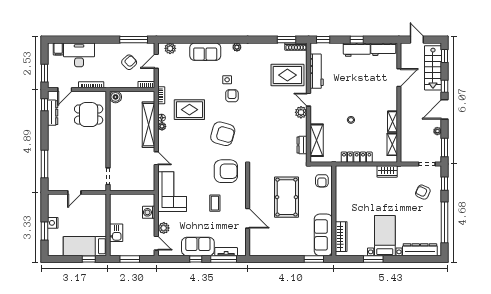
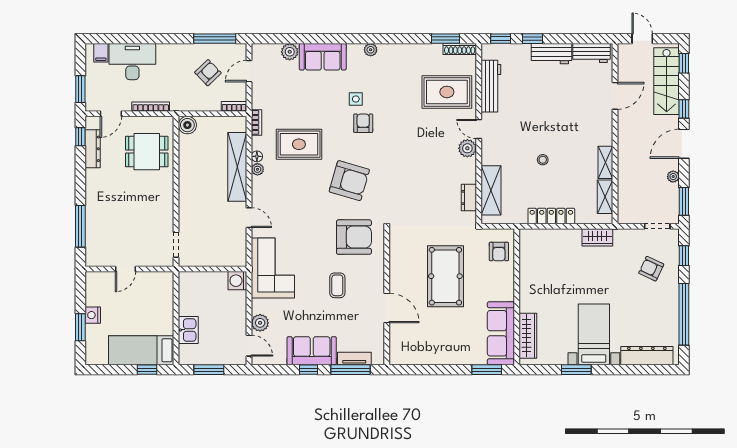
window: (357, 40) -> (533, 39), moved
plant: (170, 48) -> (290, 52), moved
washing machine: (149, 212) -> (237, 281), moved

